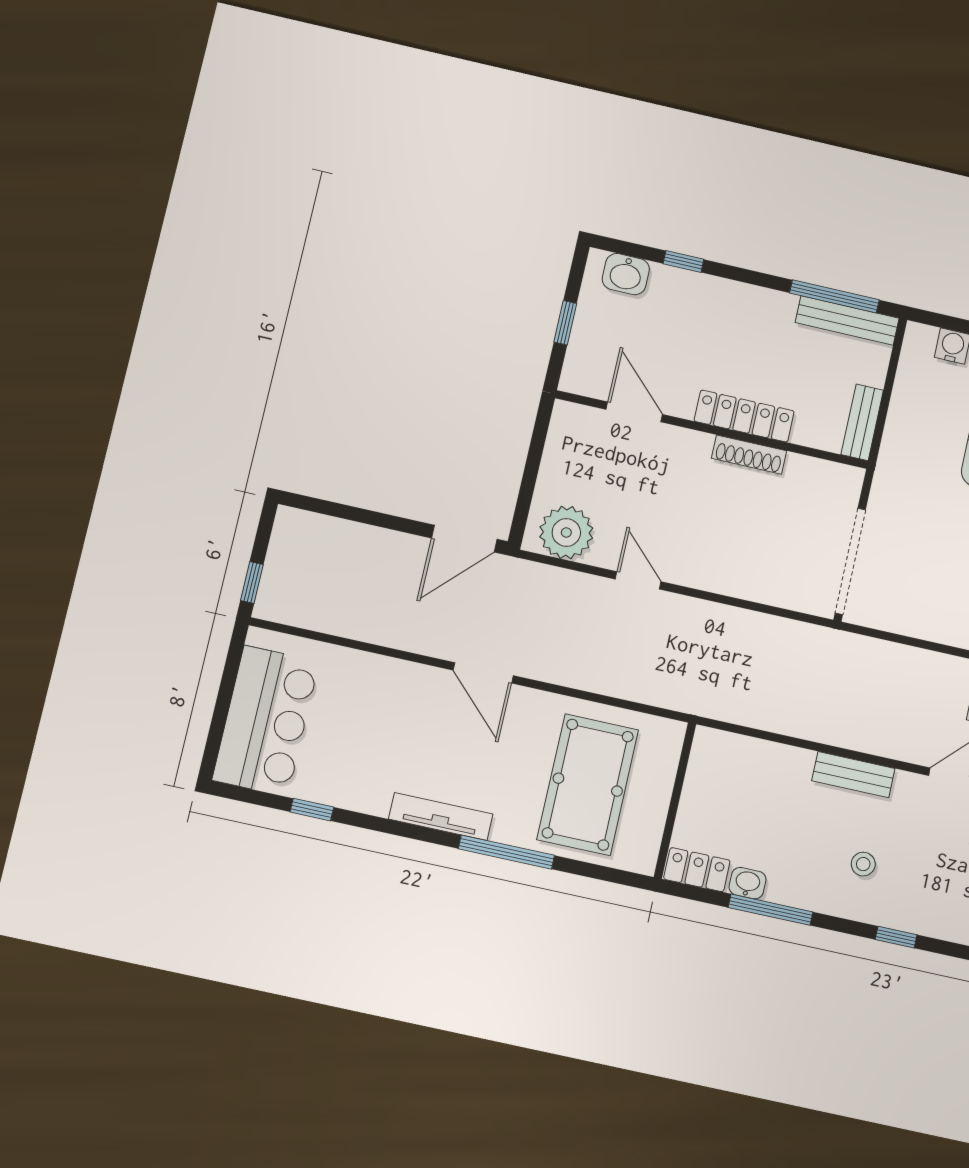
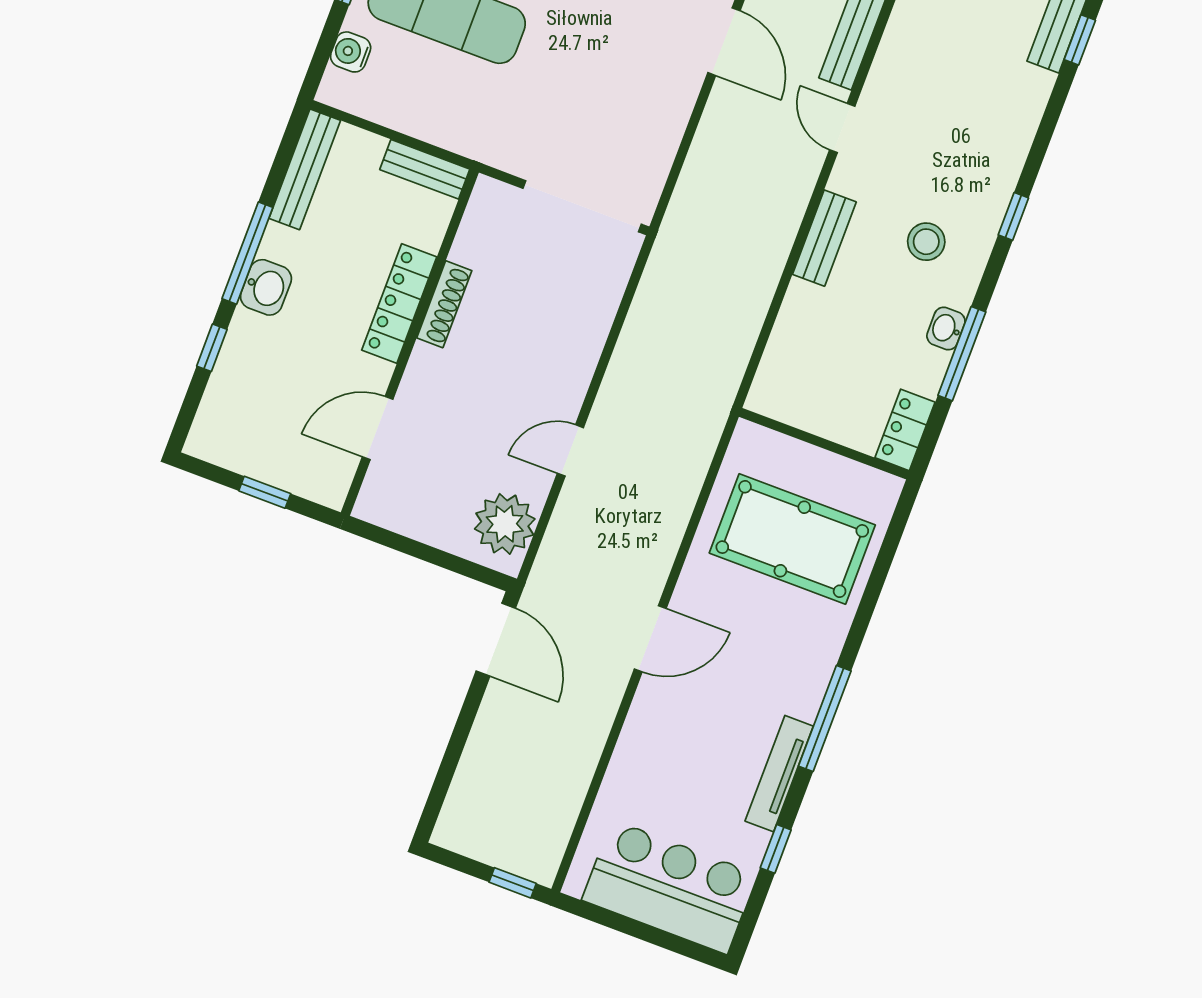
washbasin: (626, 274) -> (266, 287), moved
window: (834, 296) -> (247, 253), moved
tv unit: (441, 817) -> (779, 774), moved
window: (506, 852) -> (825, 718), moved
stool: (863, 864) -> (926, 242), width x1.37, depth x1.37
washbasin: (747, 883) -> (946, 328), moved

